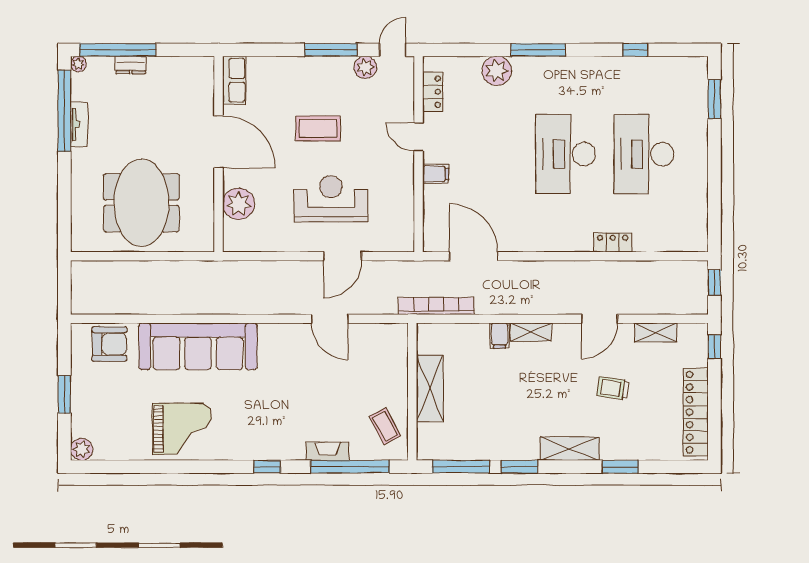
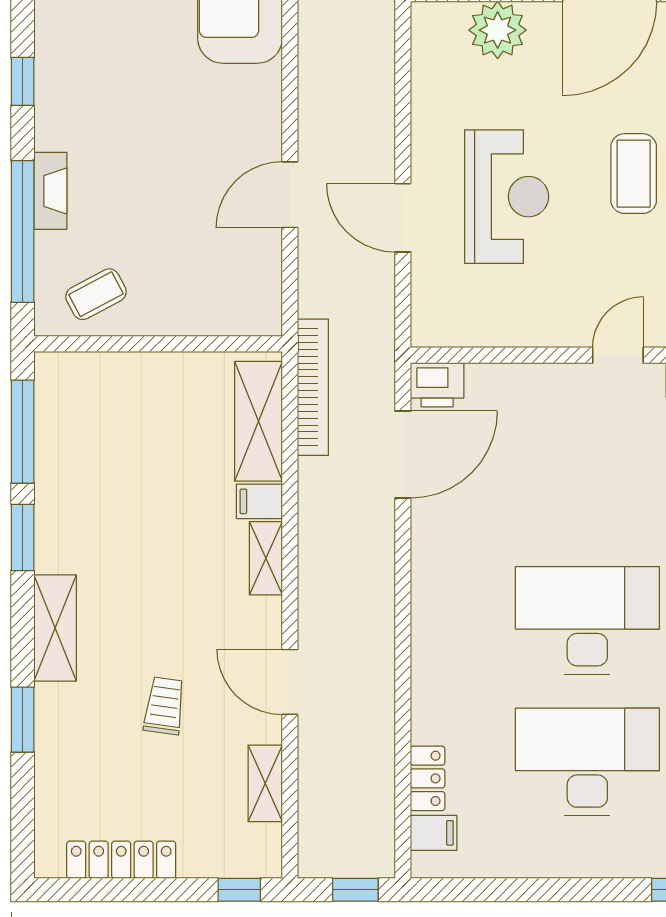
filing cabinet: (436, 174) -> (434, 833), moved, turned -90
printer: (435, 237) -> (437, 385), added
locker: (613, 242) -> (428, 778), moved
shelving: (430, 389) -> (258, 421), moved, turned 90
locker: (696, 412) -> (121, 860), width x0.71, depth x0.83

